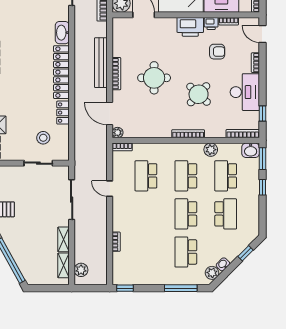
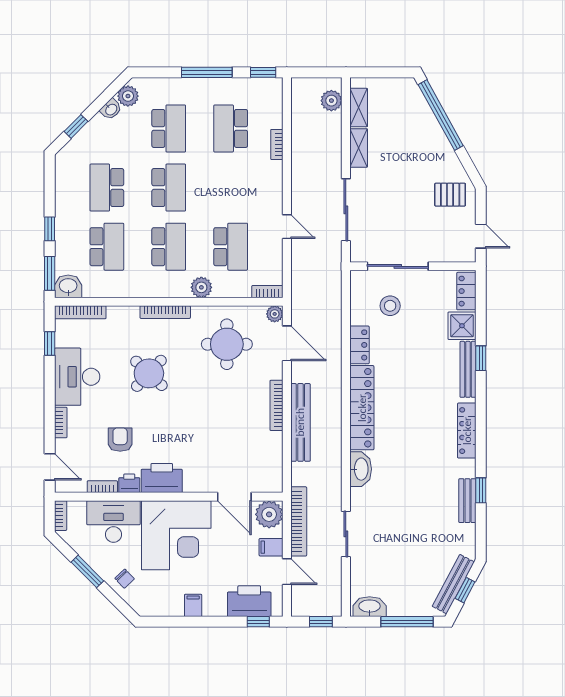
armchair: (217, 52) -> (120, 440), turned 90
round table: (154, 78) -> (227, 344), moved
plant: (211, 150) -> (201, 287), moved
sliding door: (38, 163) -> (398, 266), width x1.37
school desk: (146, 252) -> (231, 128), added
window: (181, 288) -> (207, 72), moved

